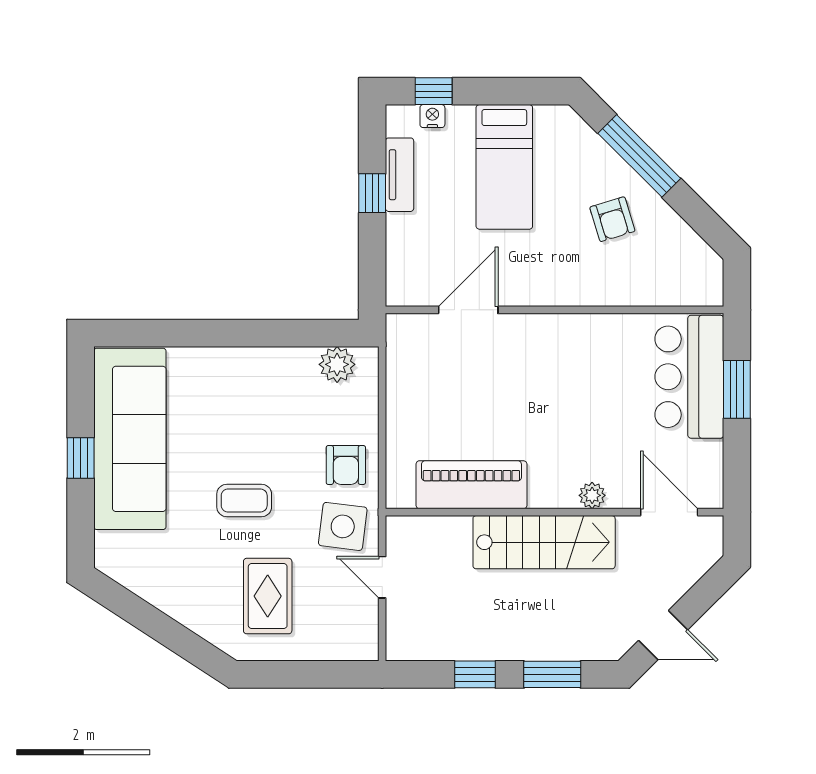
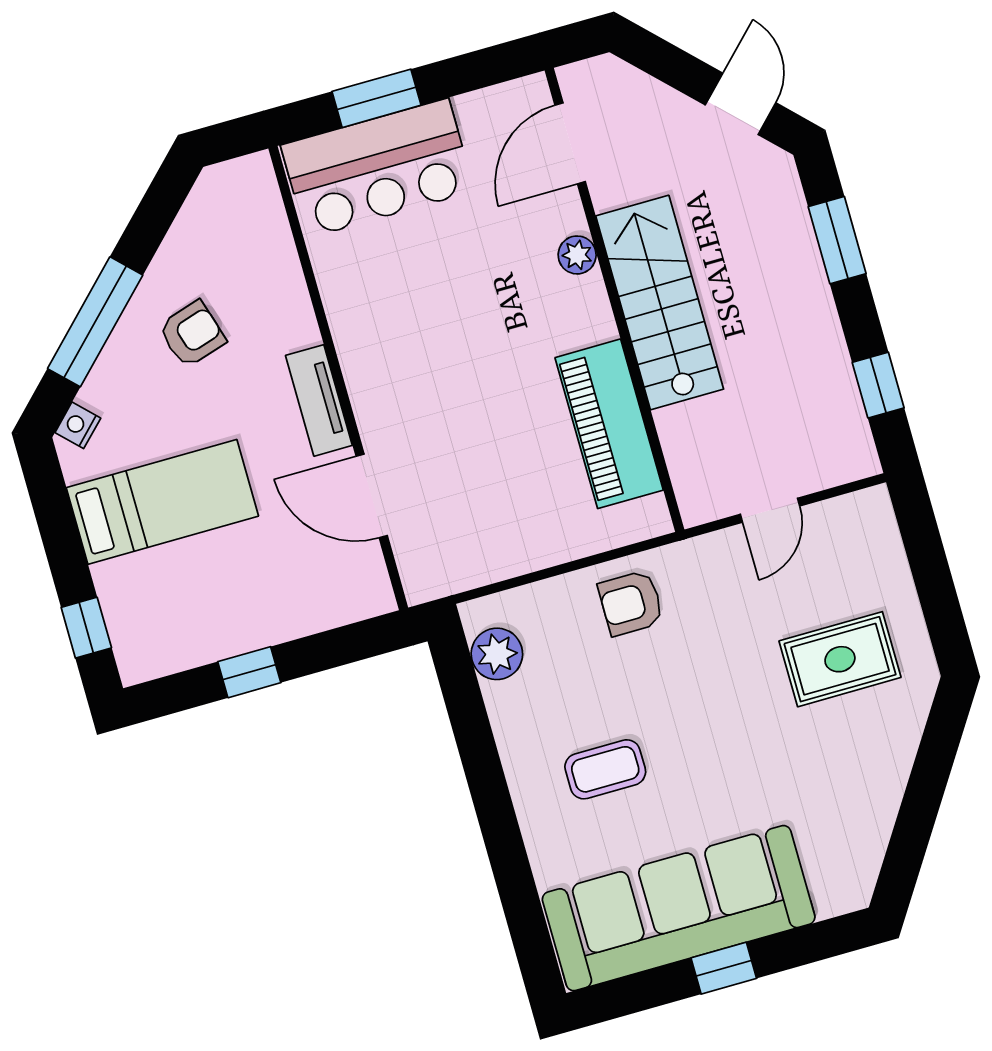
nightstand: (432, 116) -> (78, 425), moved, turned 45
tv unit: (400, 175) -> (319, 400), moved, turned -90
armchair: (346, 465) -> (631, 603), turned 180
coffee table: (244, 500) -> (605, 769), moved, turned 90
side table: (343, 526) -> (716, 584), removed
window: (475, 674) -> (878, 385), moved

